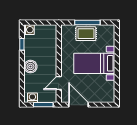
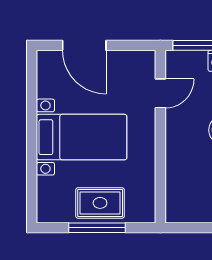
door: (78, 105) -> (84, 45), moved

